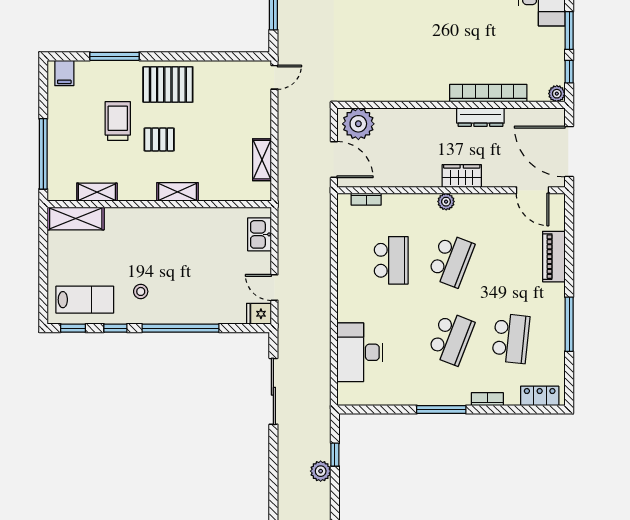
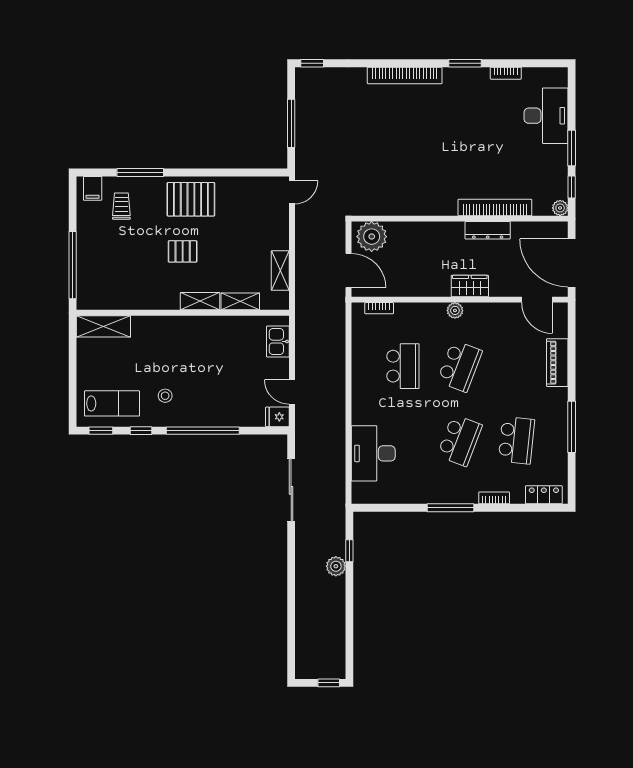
trolley: (118, 121) -> (121, 206), moved, width x0.73, depth x0.72
shelving: (97, 192) -> (240, 301), moved

